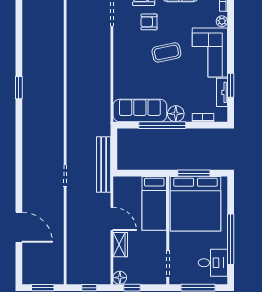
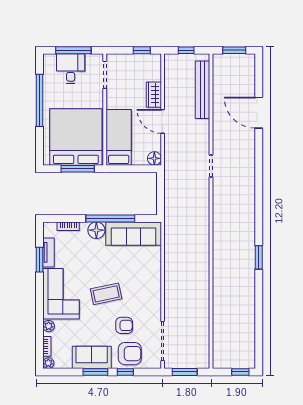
bench: (104, 164) -> (203, 90), moved
desk: (213, 263) -> (71, 69), moved, turned 90
floor lamp: (120, 278) -> (154, 158), moved

